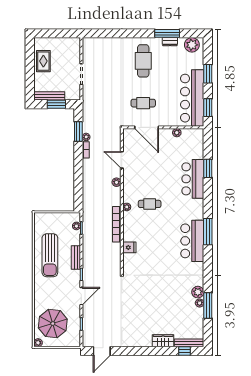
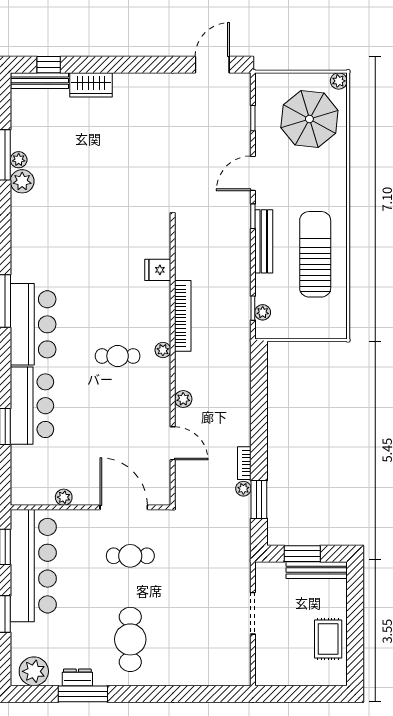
bar counter: (192, 241) -> (33, 324), moved
bench: (76, 257) -> (264, 241), width x1.36

